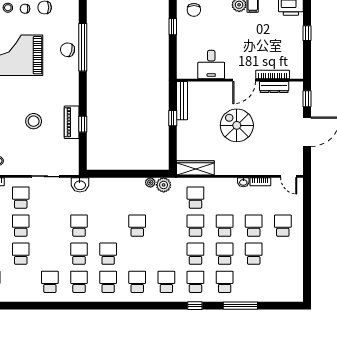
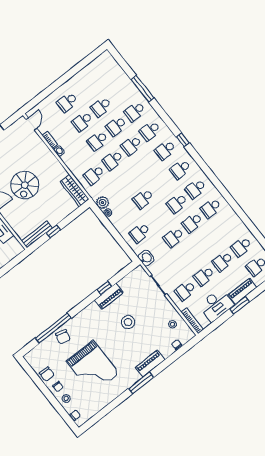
school desk: (108, 198) -> (140, 233), added
school desk: (50, 282) -> (241, 247), moved
window: (195, 306) -> (183, 140), moved

